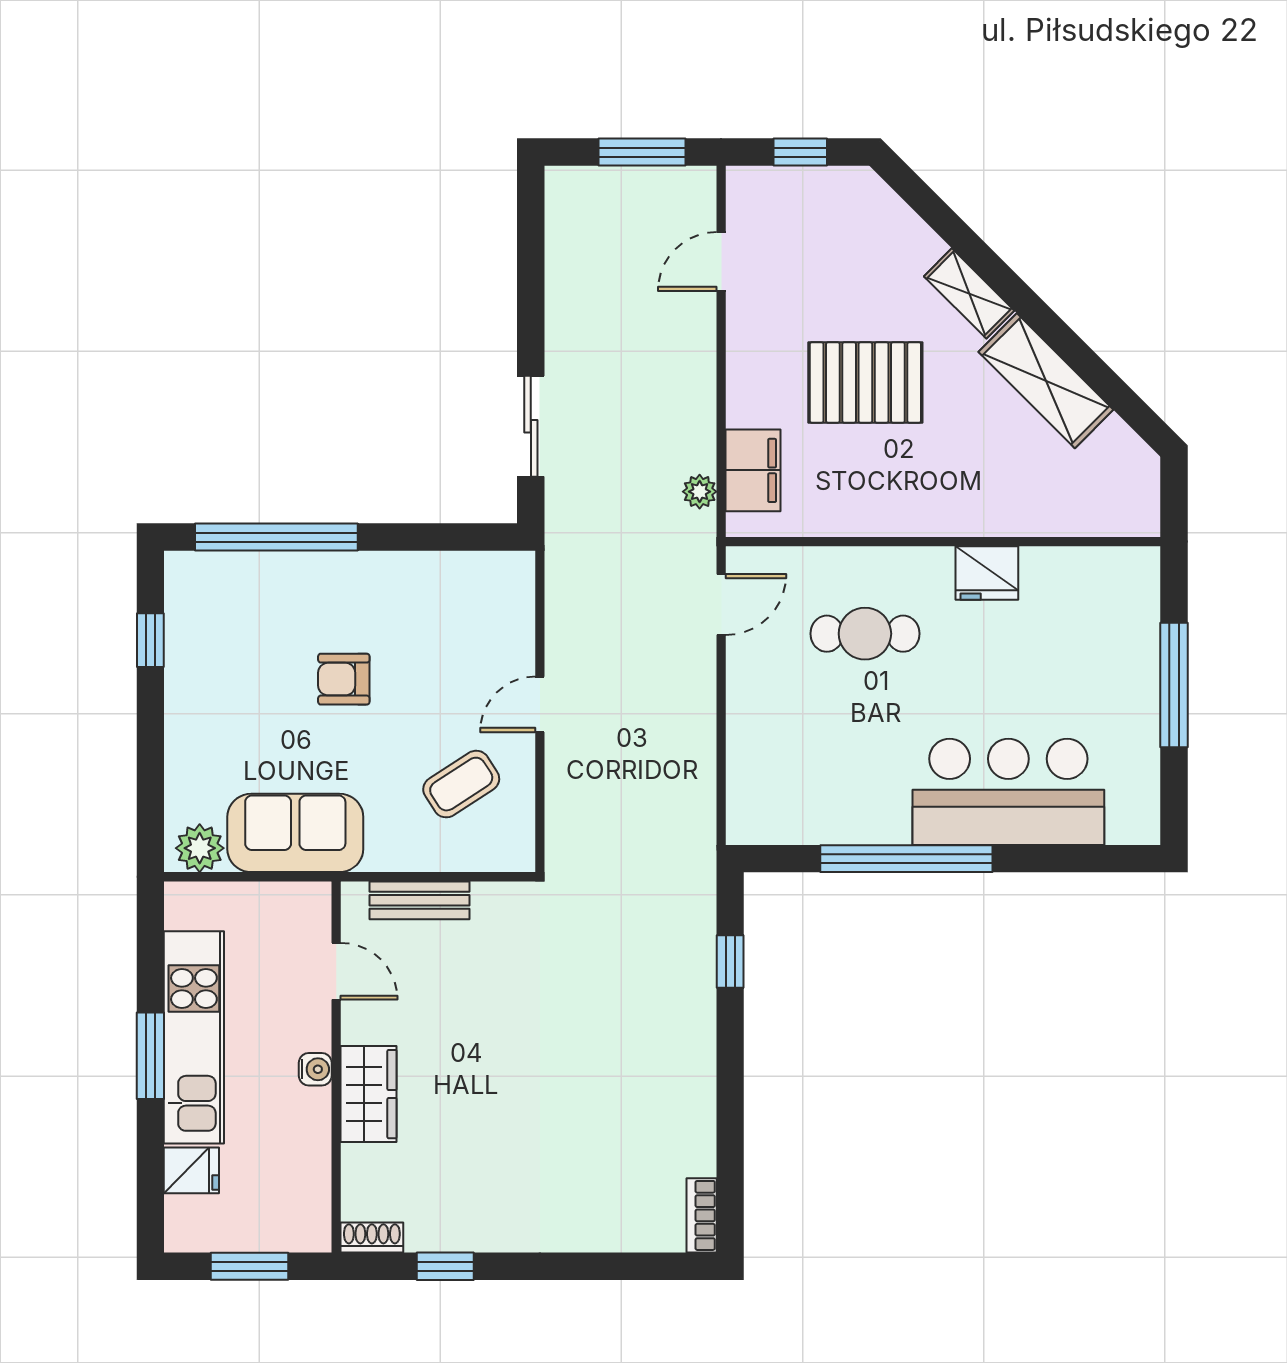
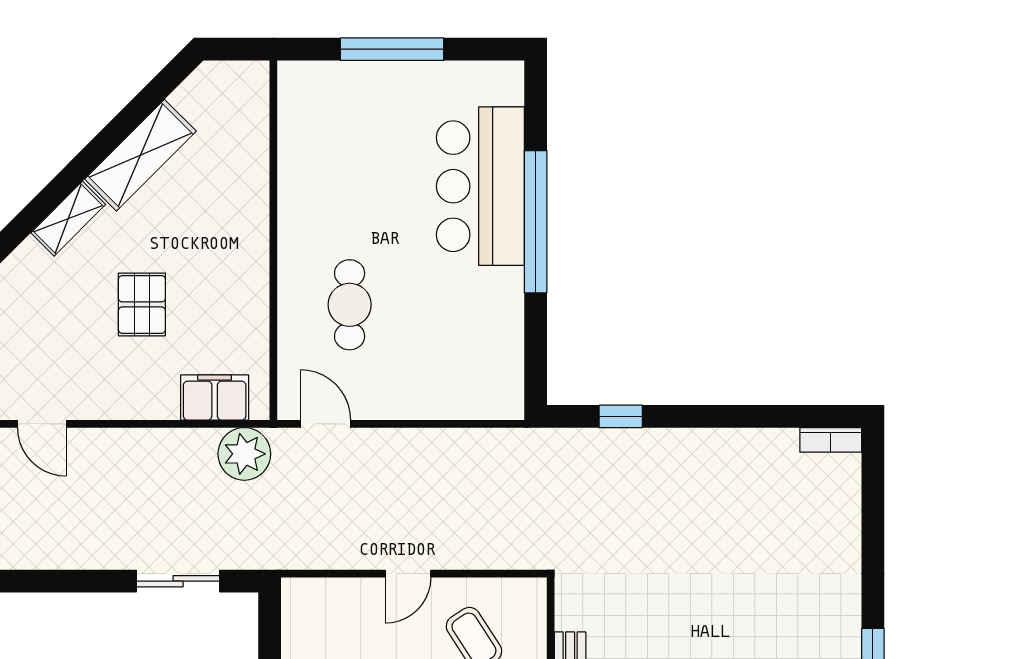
pallet: (865, 383) -> (142, 304), width x0.67, depth x0.71
plant: (700, 492) -> (244, 454), width x1.87, depth x1.87
fridge: (987, 573) -> (299, 204), removed
door: (540, 704) -> (408, 574), hinge flipped
window: (906, 859) -> (536, 222), moved

